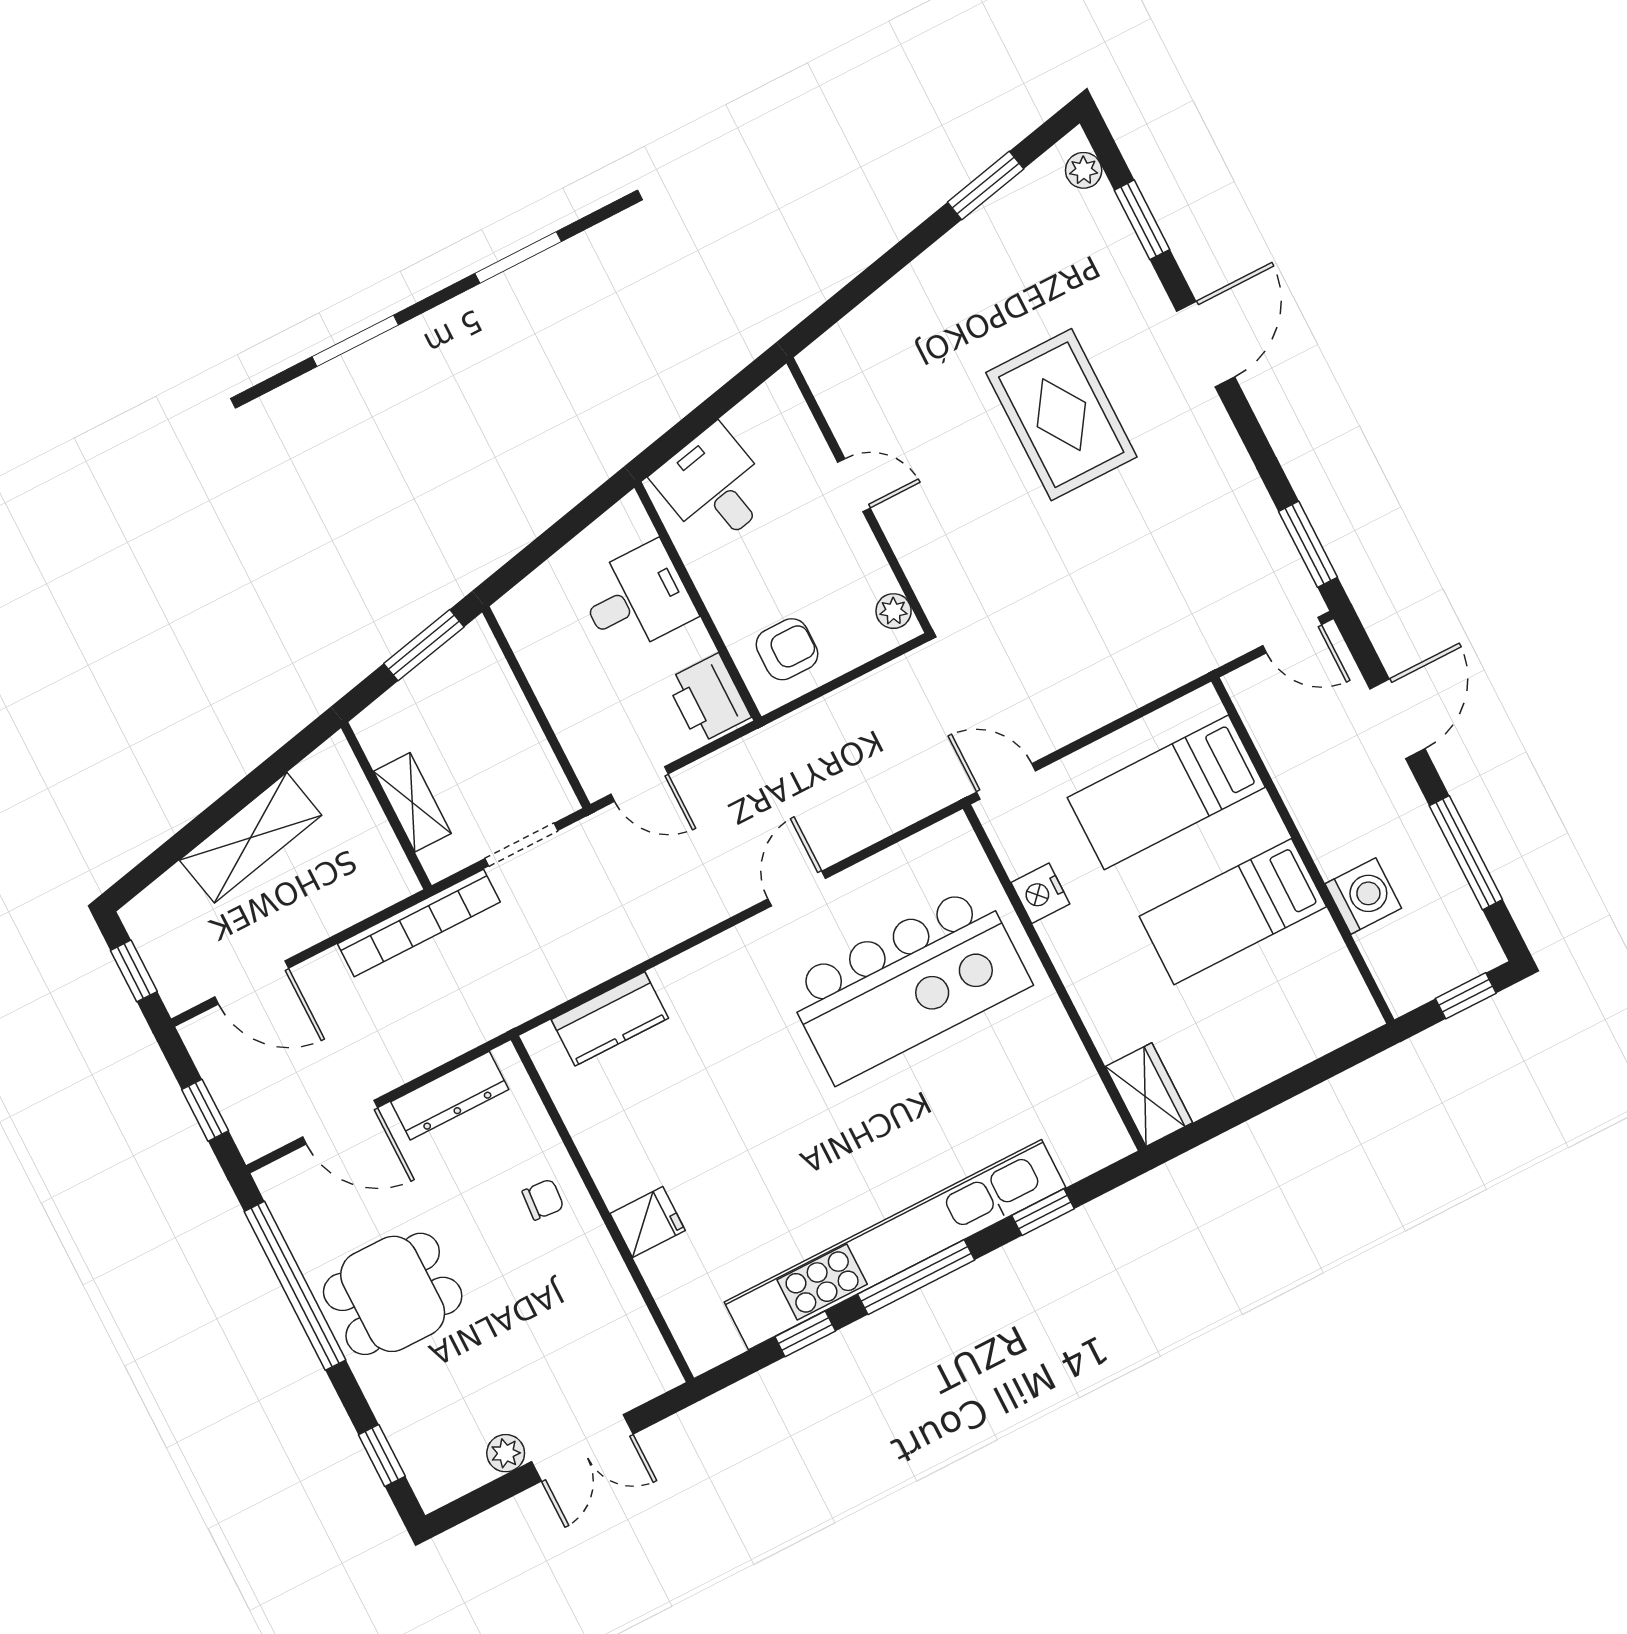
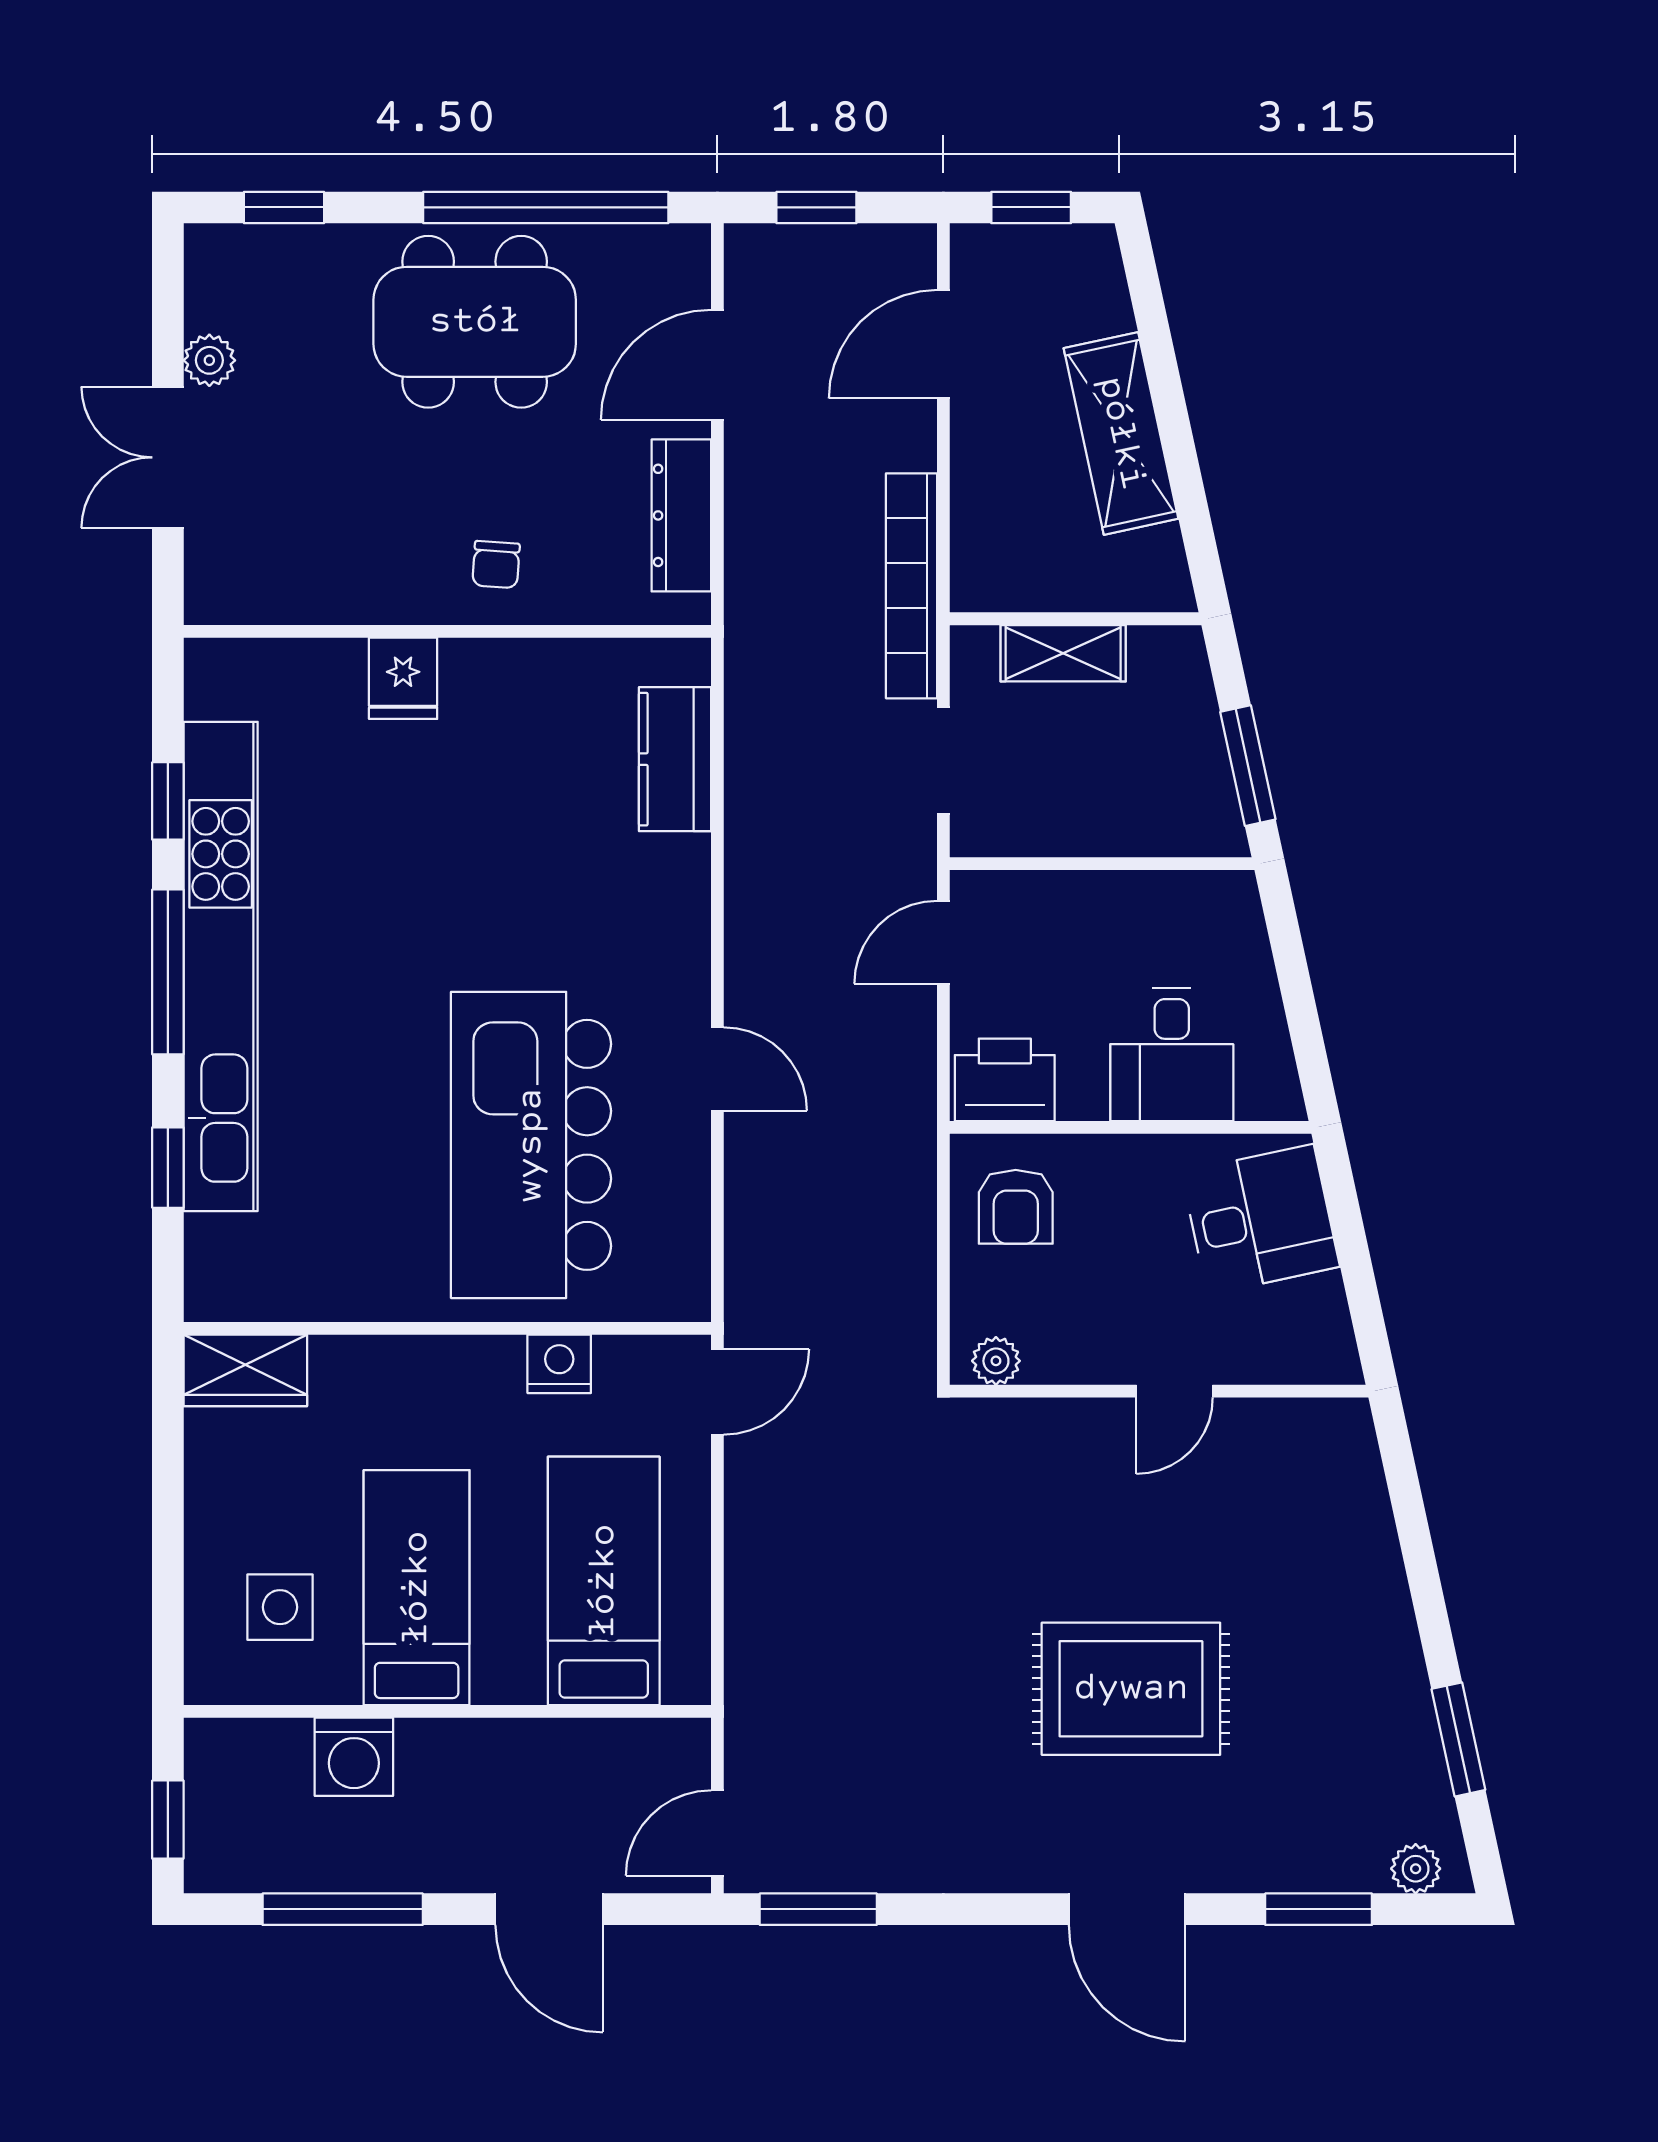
side table: (1291, 994) -> (280, 1607), added
dining table: (393, 1294) -> (475, 322), width x1.38

